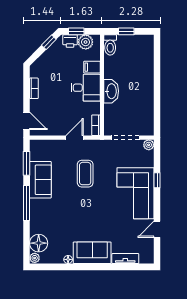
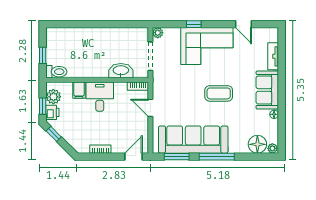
washbasin: (111, 91) -> (121, 71), moved
coffee table: (85, 174) -> (219, 93), moved
sofa: (40, 180) -> (193, 140), width x1.85, depth x1.27

